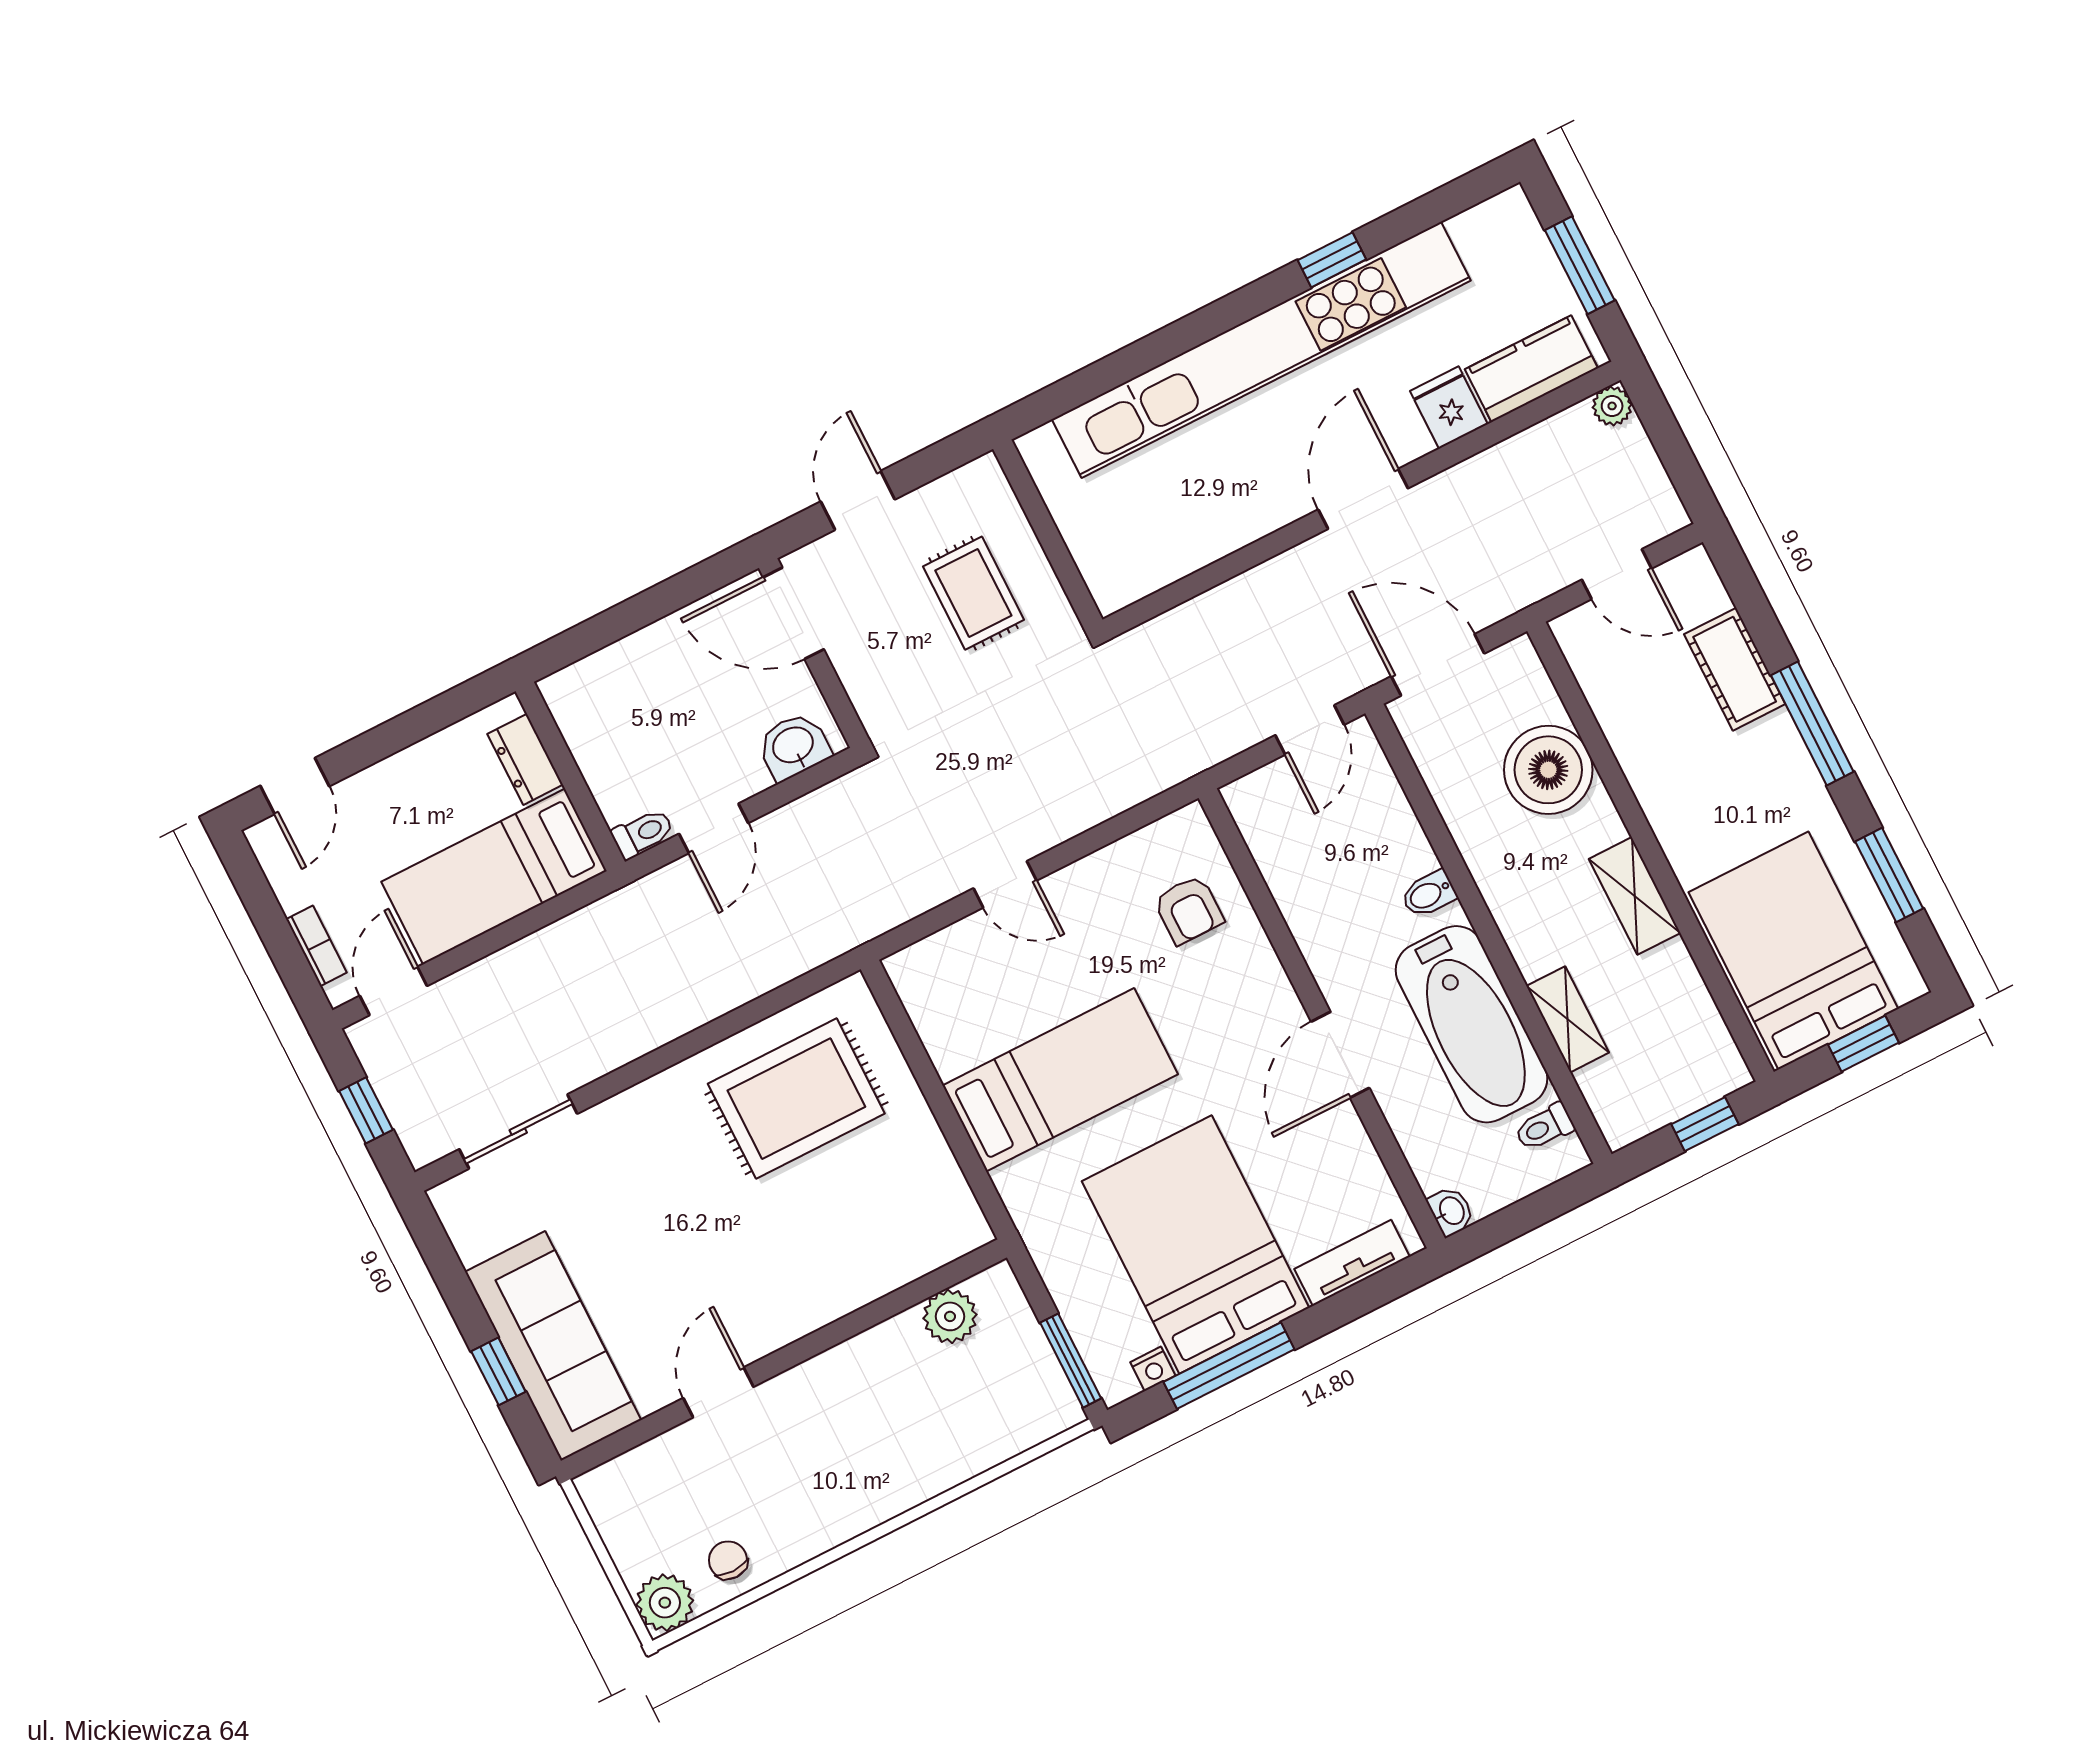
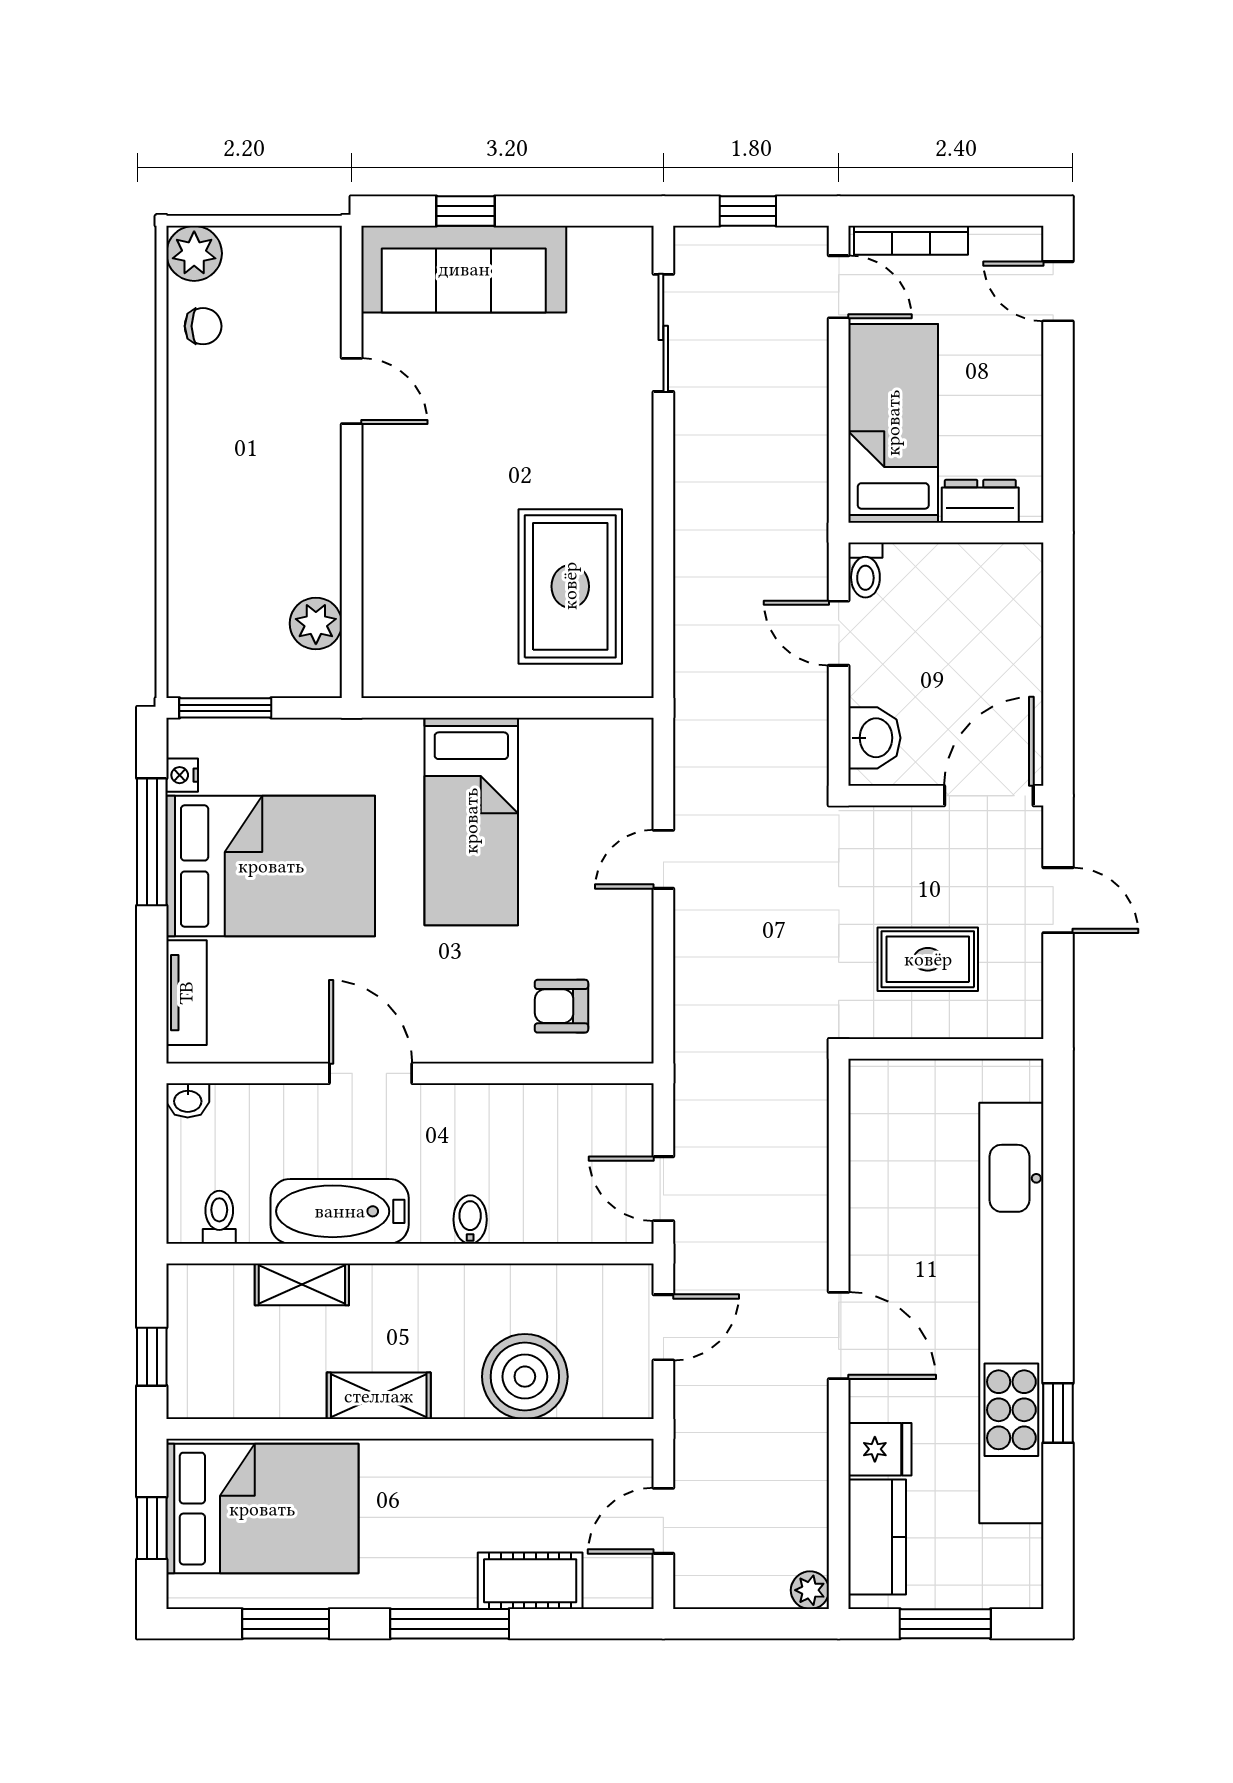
door: (1438, 665) -> (663, 1327), width x0.73
bookcase: (316, 946) -> (911, 240), width x1.56
bathtub: (1471, 1024) -> (340, 1211), width x0.73, depth x0.73

